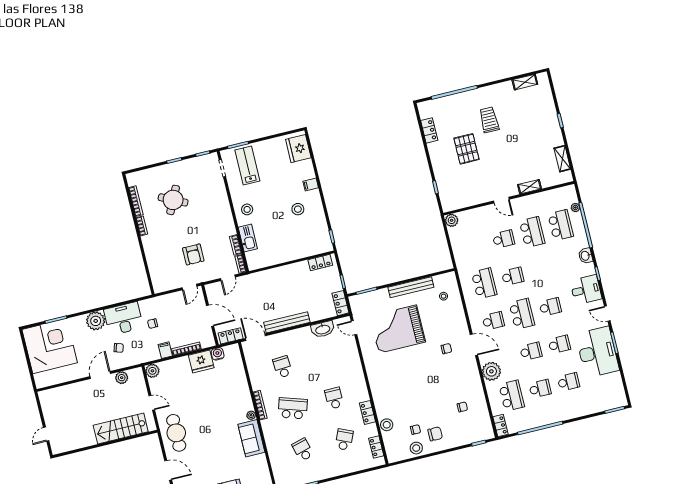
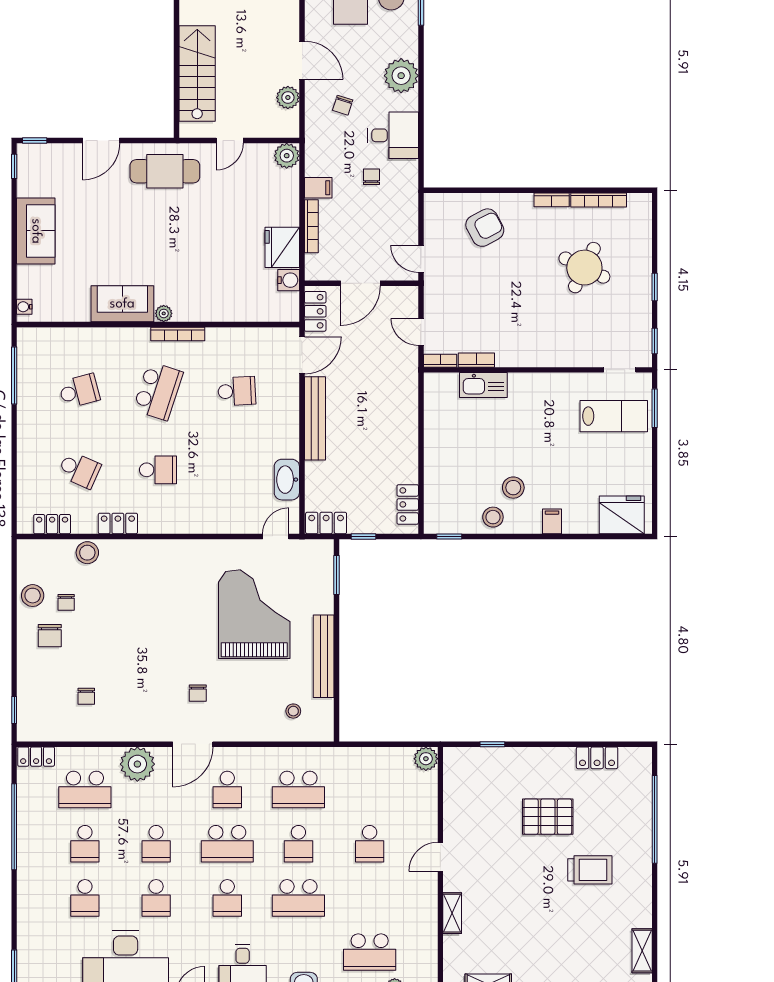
stool: (247, 209) -> (493, 517), moved
school desk: (532, 232) -> (298, 898), moved
armchair: (193, 254) -> (485, 228), moved, turned 152
desk: (123, 319) -> (393, 135), width x0.73

